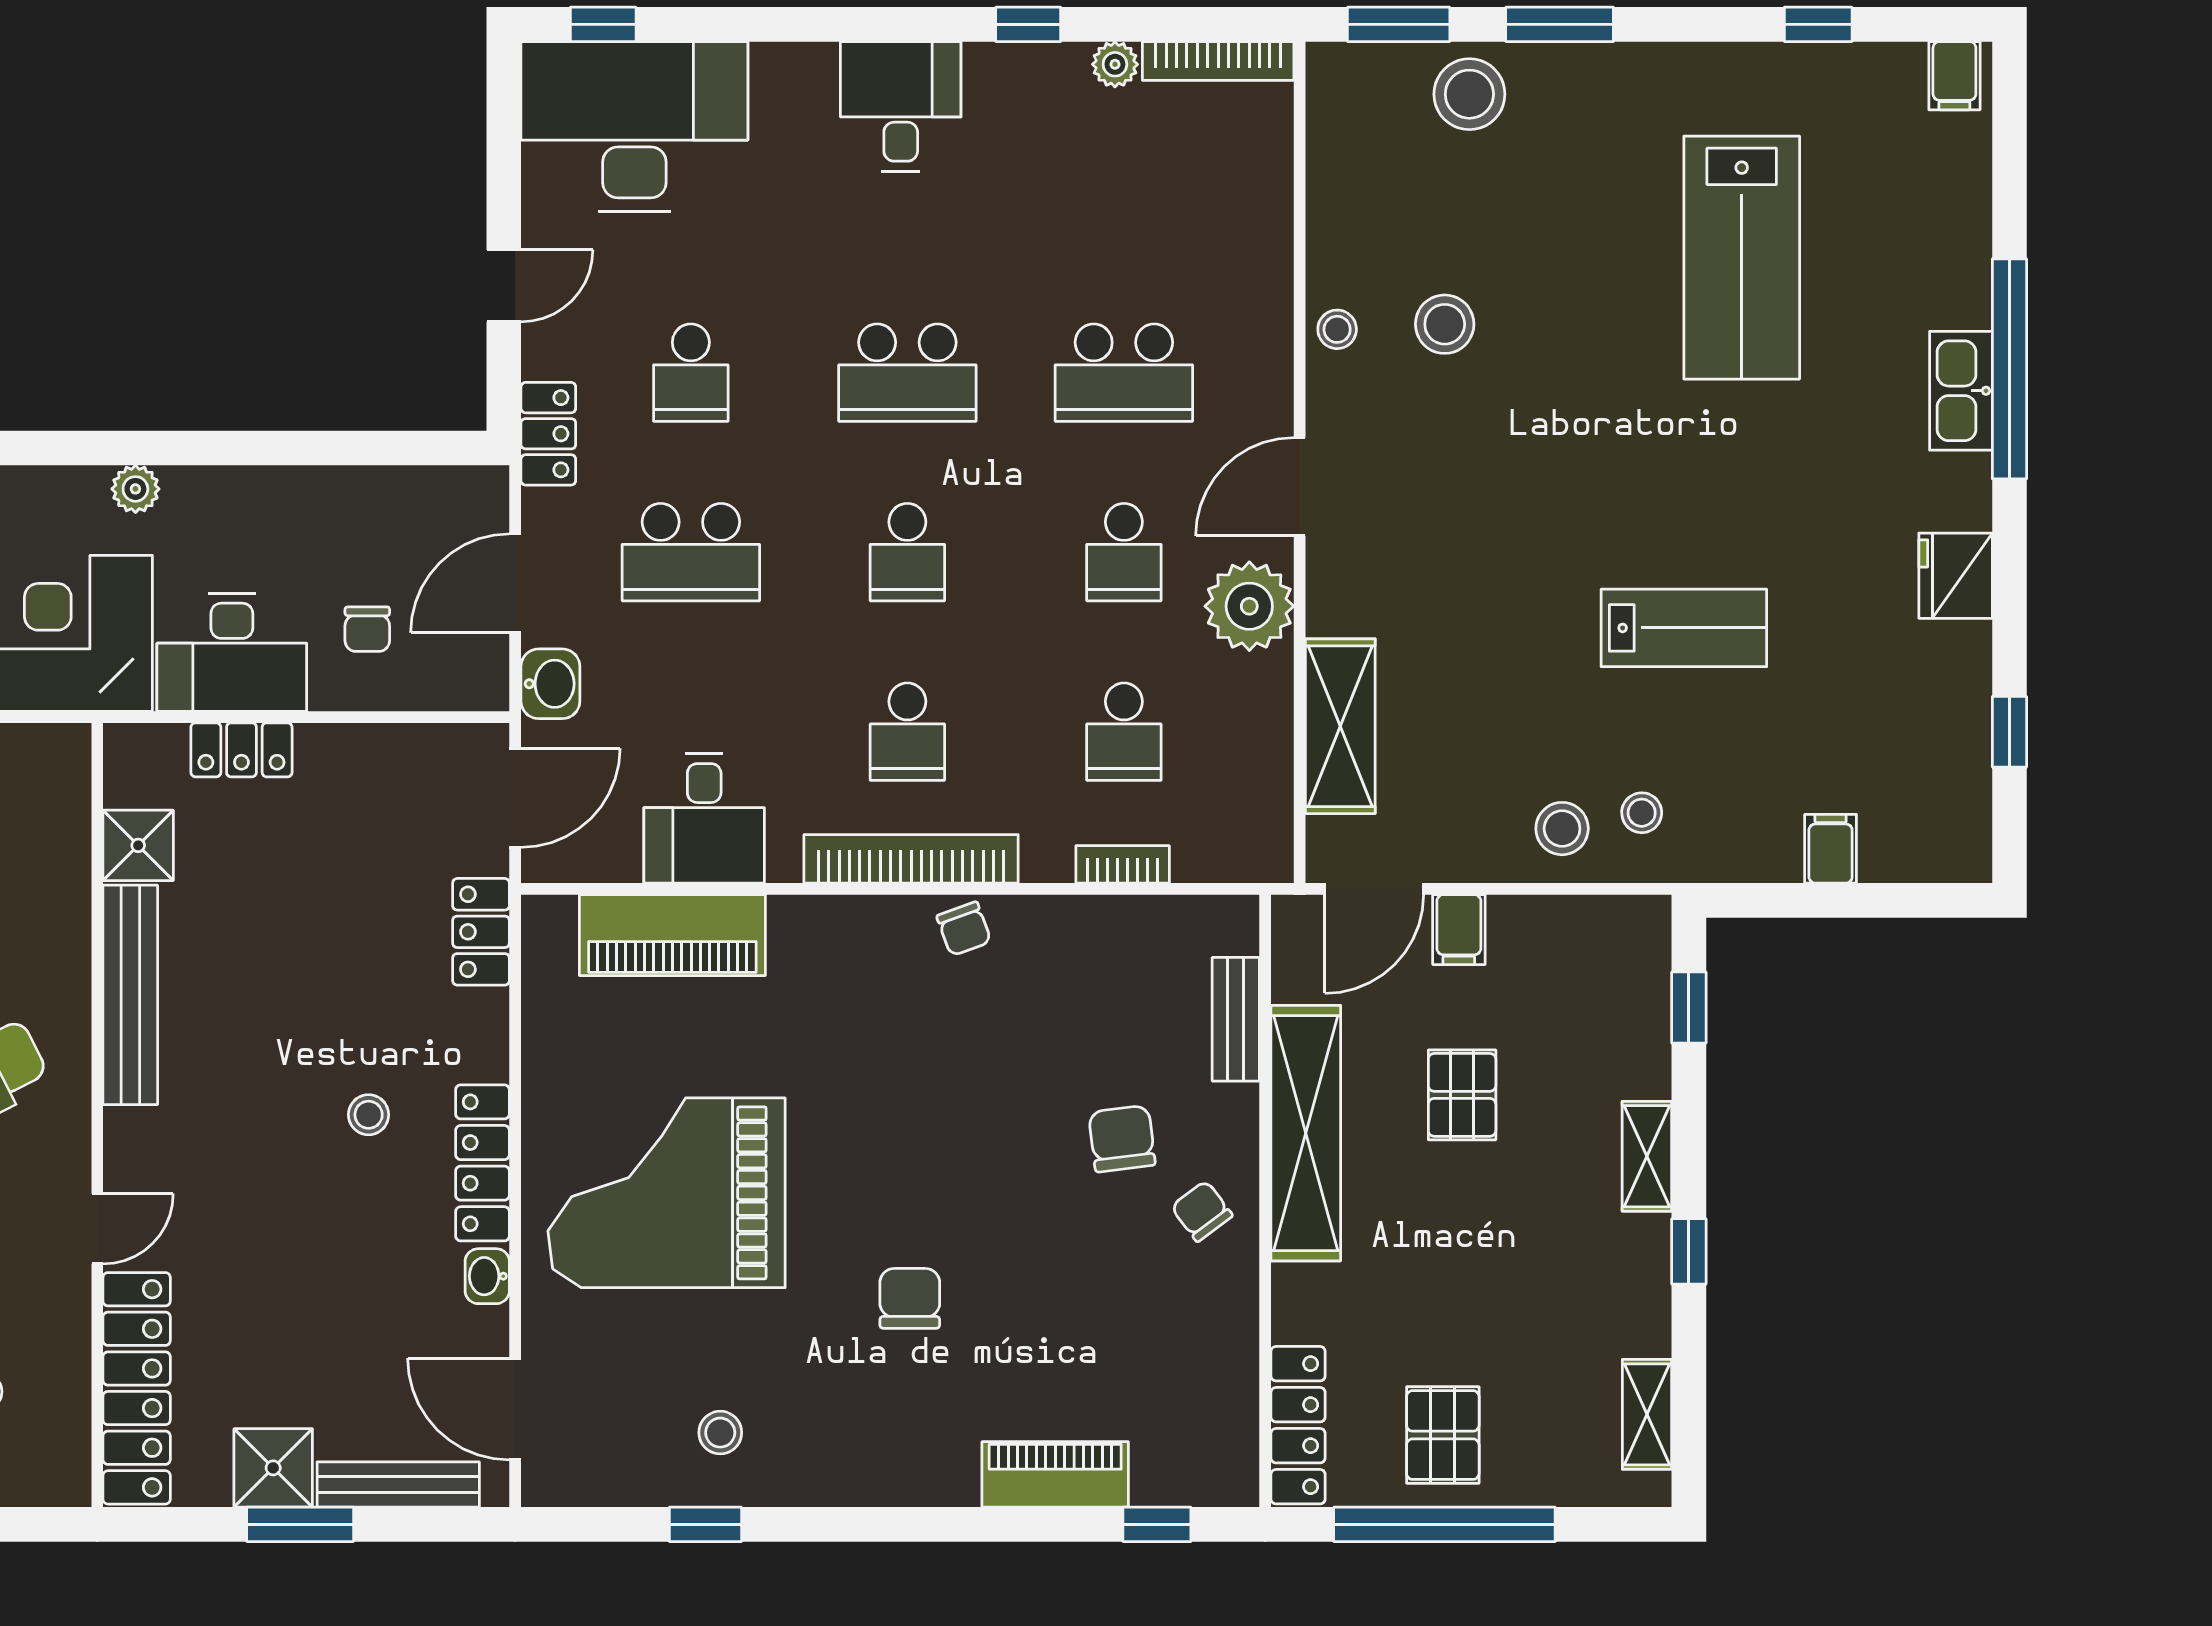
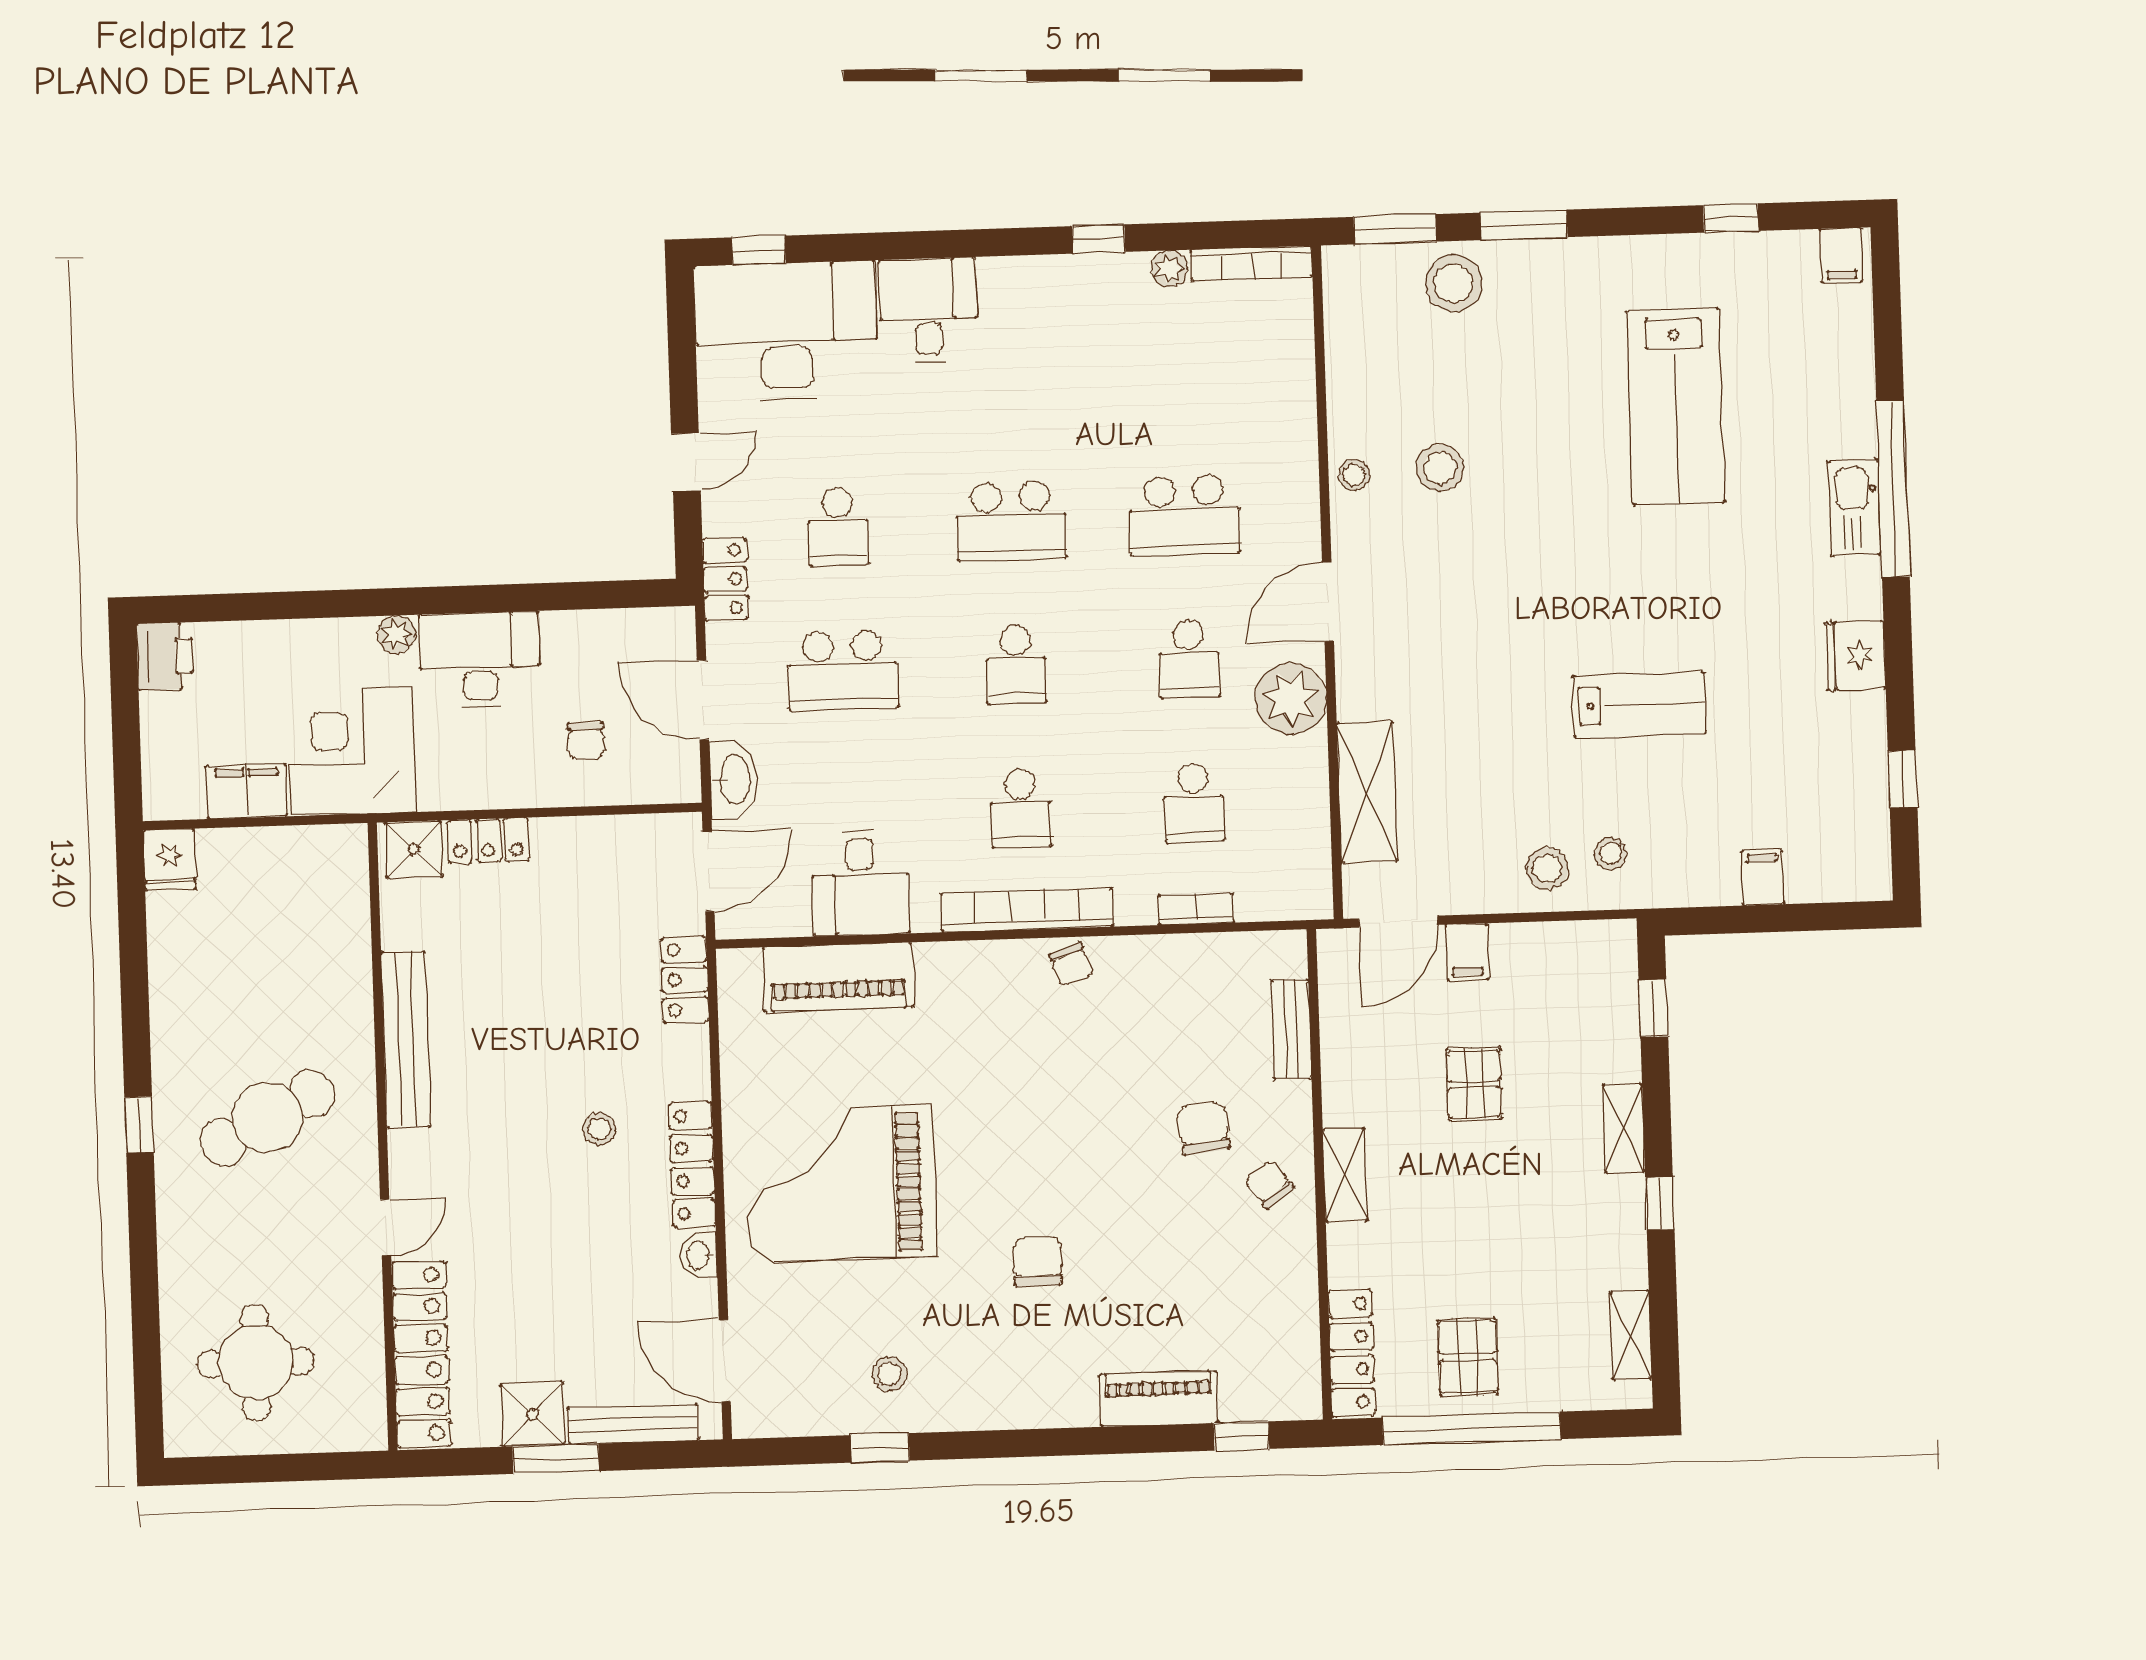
desk: (901, 107) -> (928, 310), moved
door: (515, 583) -> (703, 700), hinge flipped
desk: (232, 653) -> (480, 660), moved, turned 180
washbasin: (550, 684) -> (734, 779), width x1.38
shower: (138, 845) -> (414, 849), moved
shelving: (1306, 1133) -> (1345, 1175), width x0.45, depth x0.75

